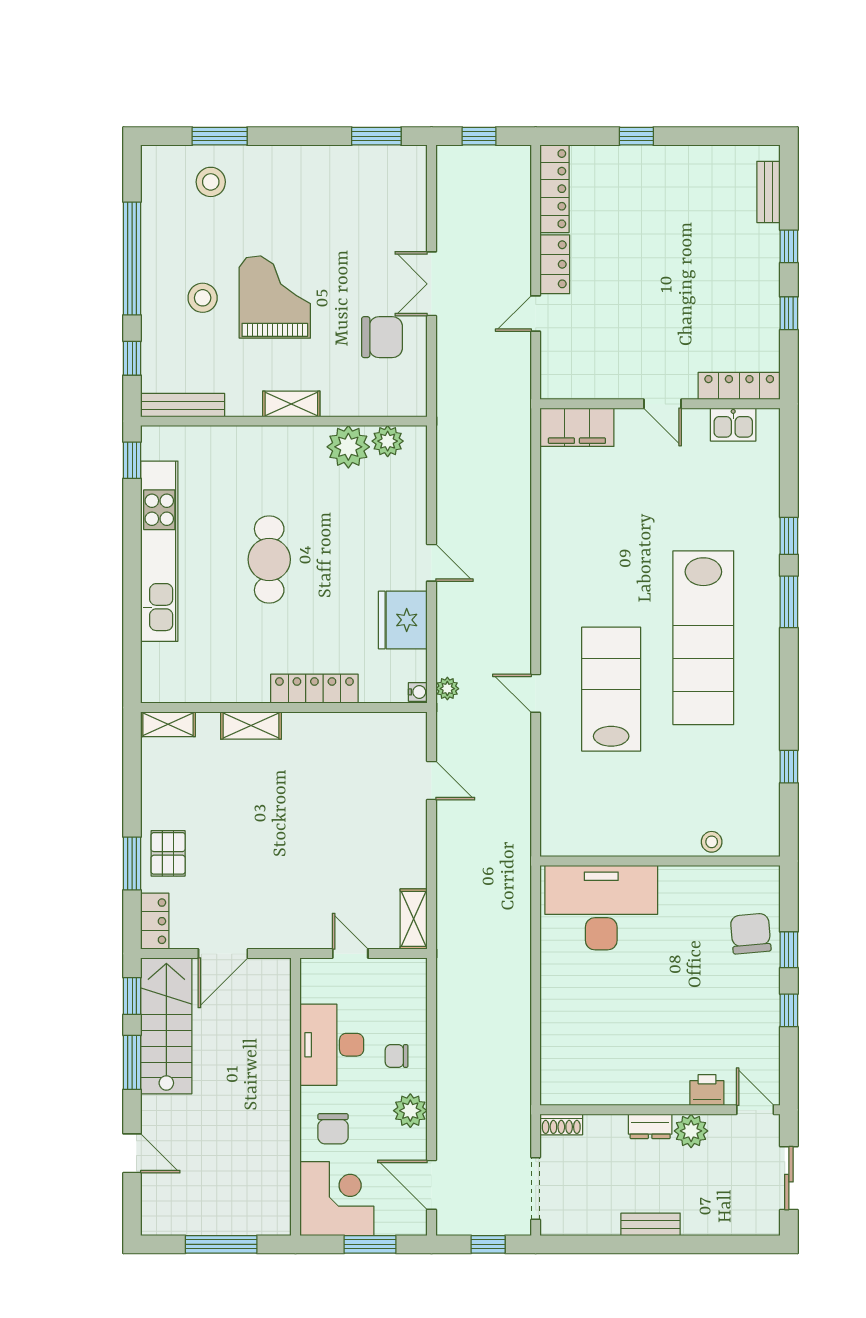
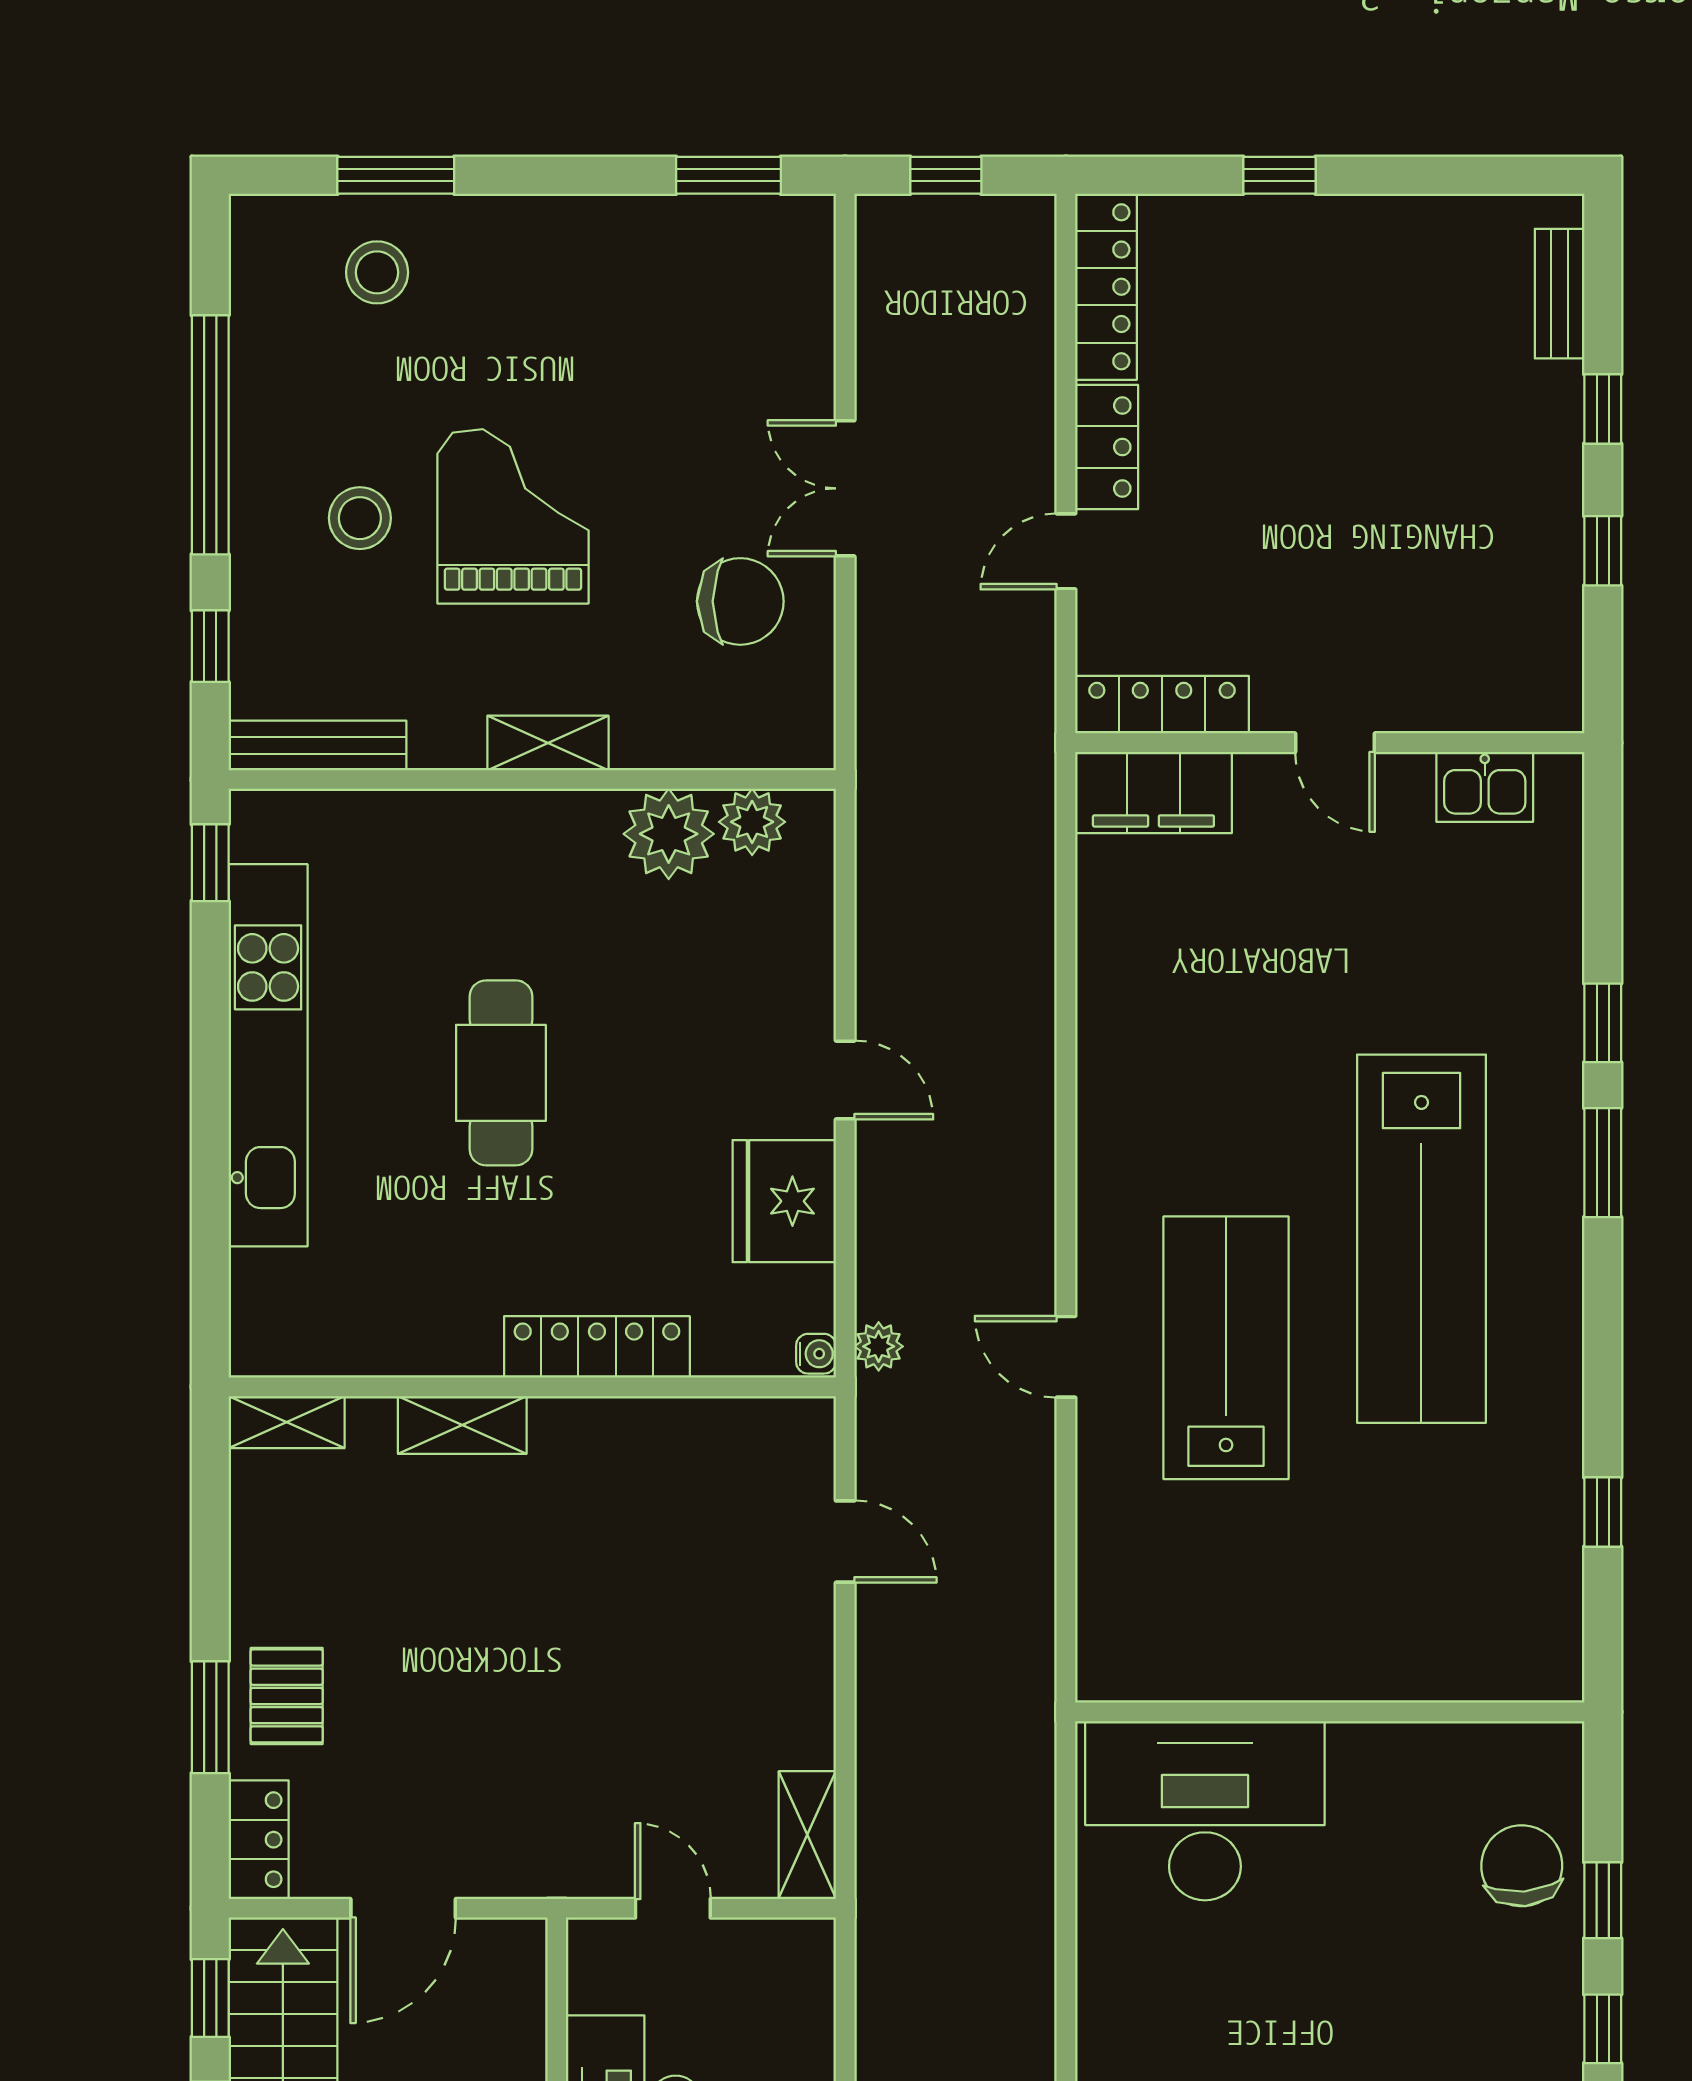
locker: (739, 386) -> (1162, 705), moved
stool: (712, 842) -> (1439, 1671), removed

